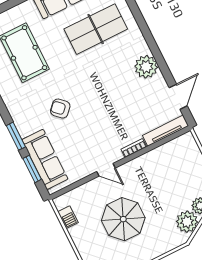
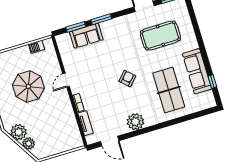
armchair: (60, 109) -> (127, 78), moved
tv unit: (166, 131) -> (85, 123), width x0.71
sofa: (45, 159) -> (86, 36), width x0.73

